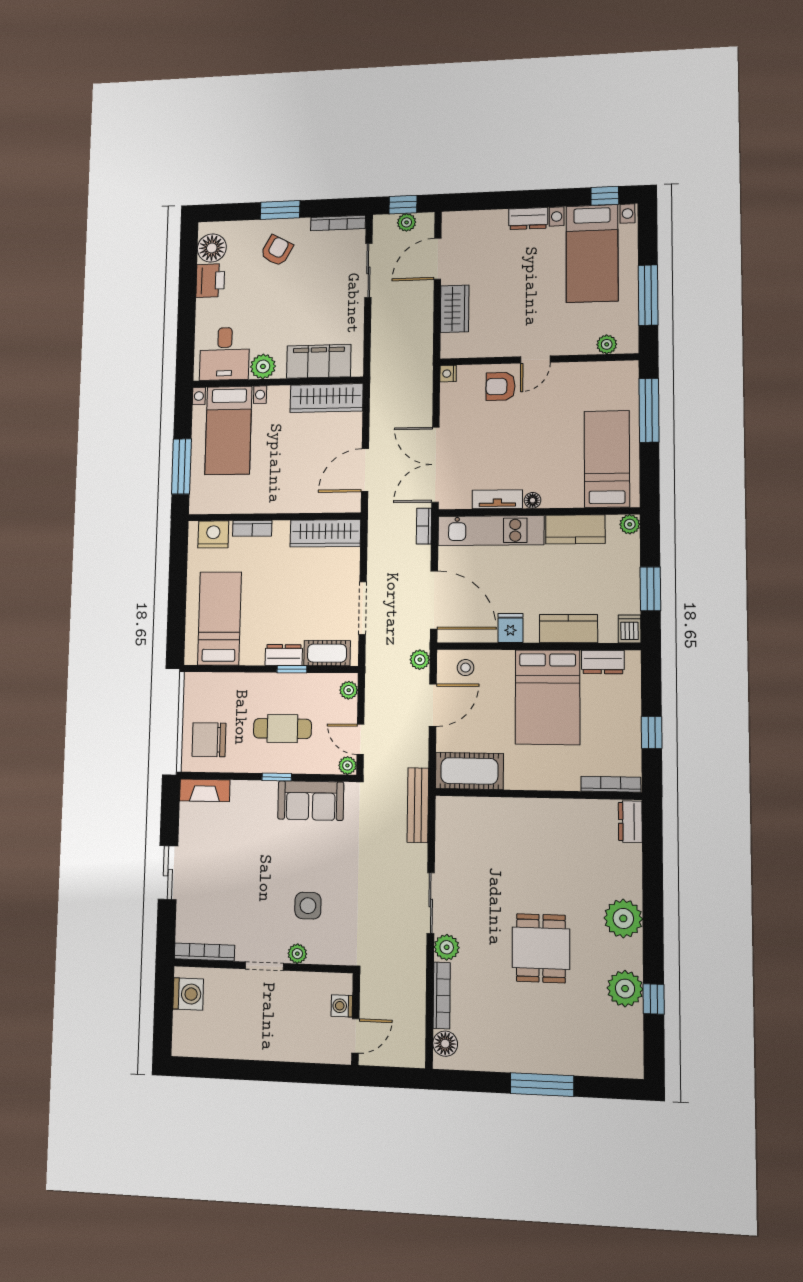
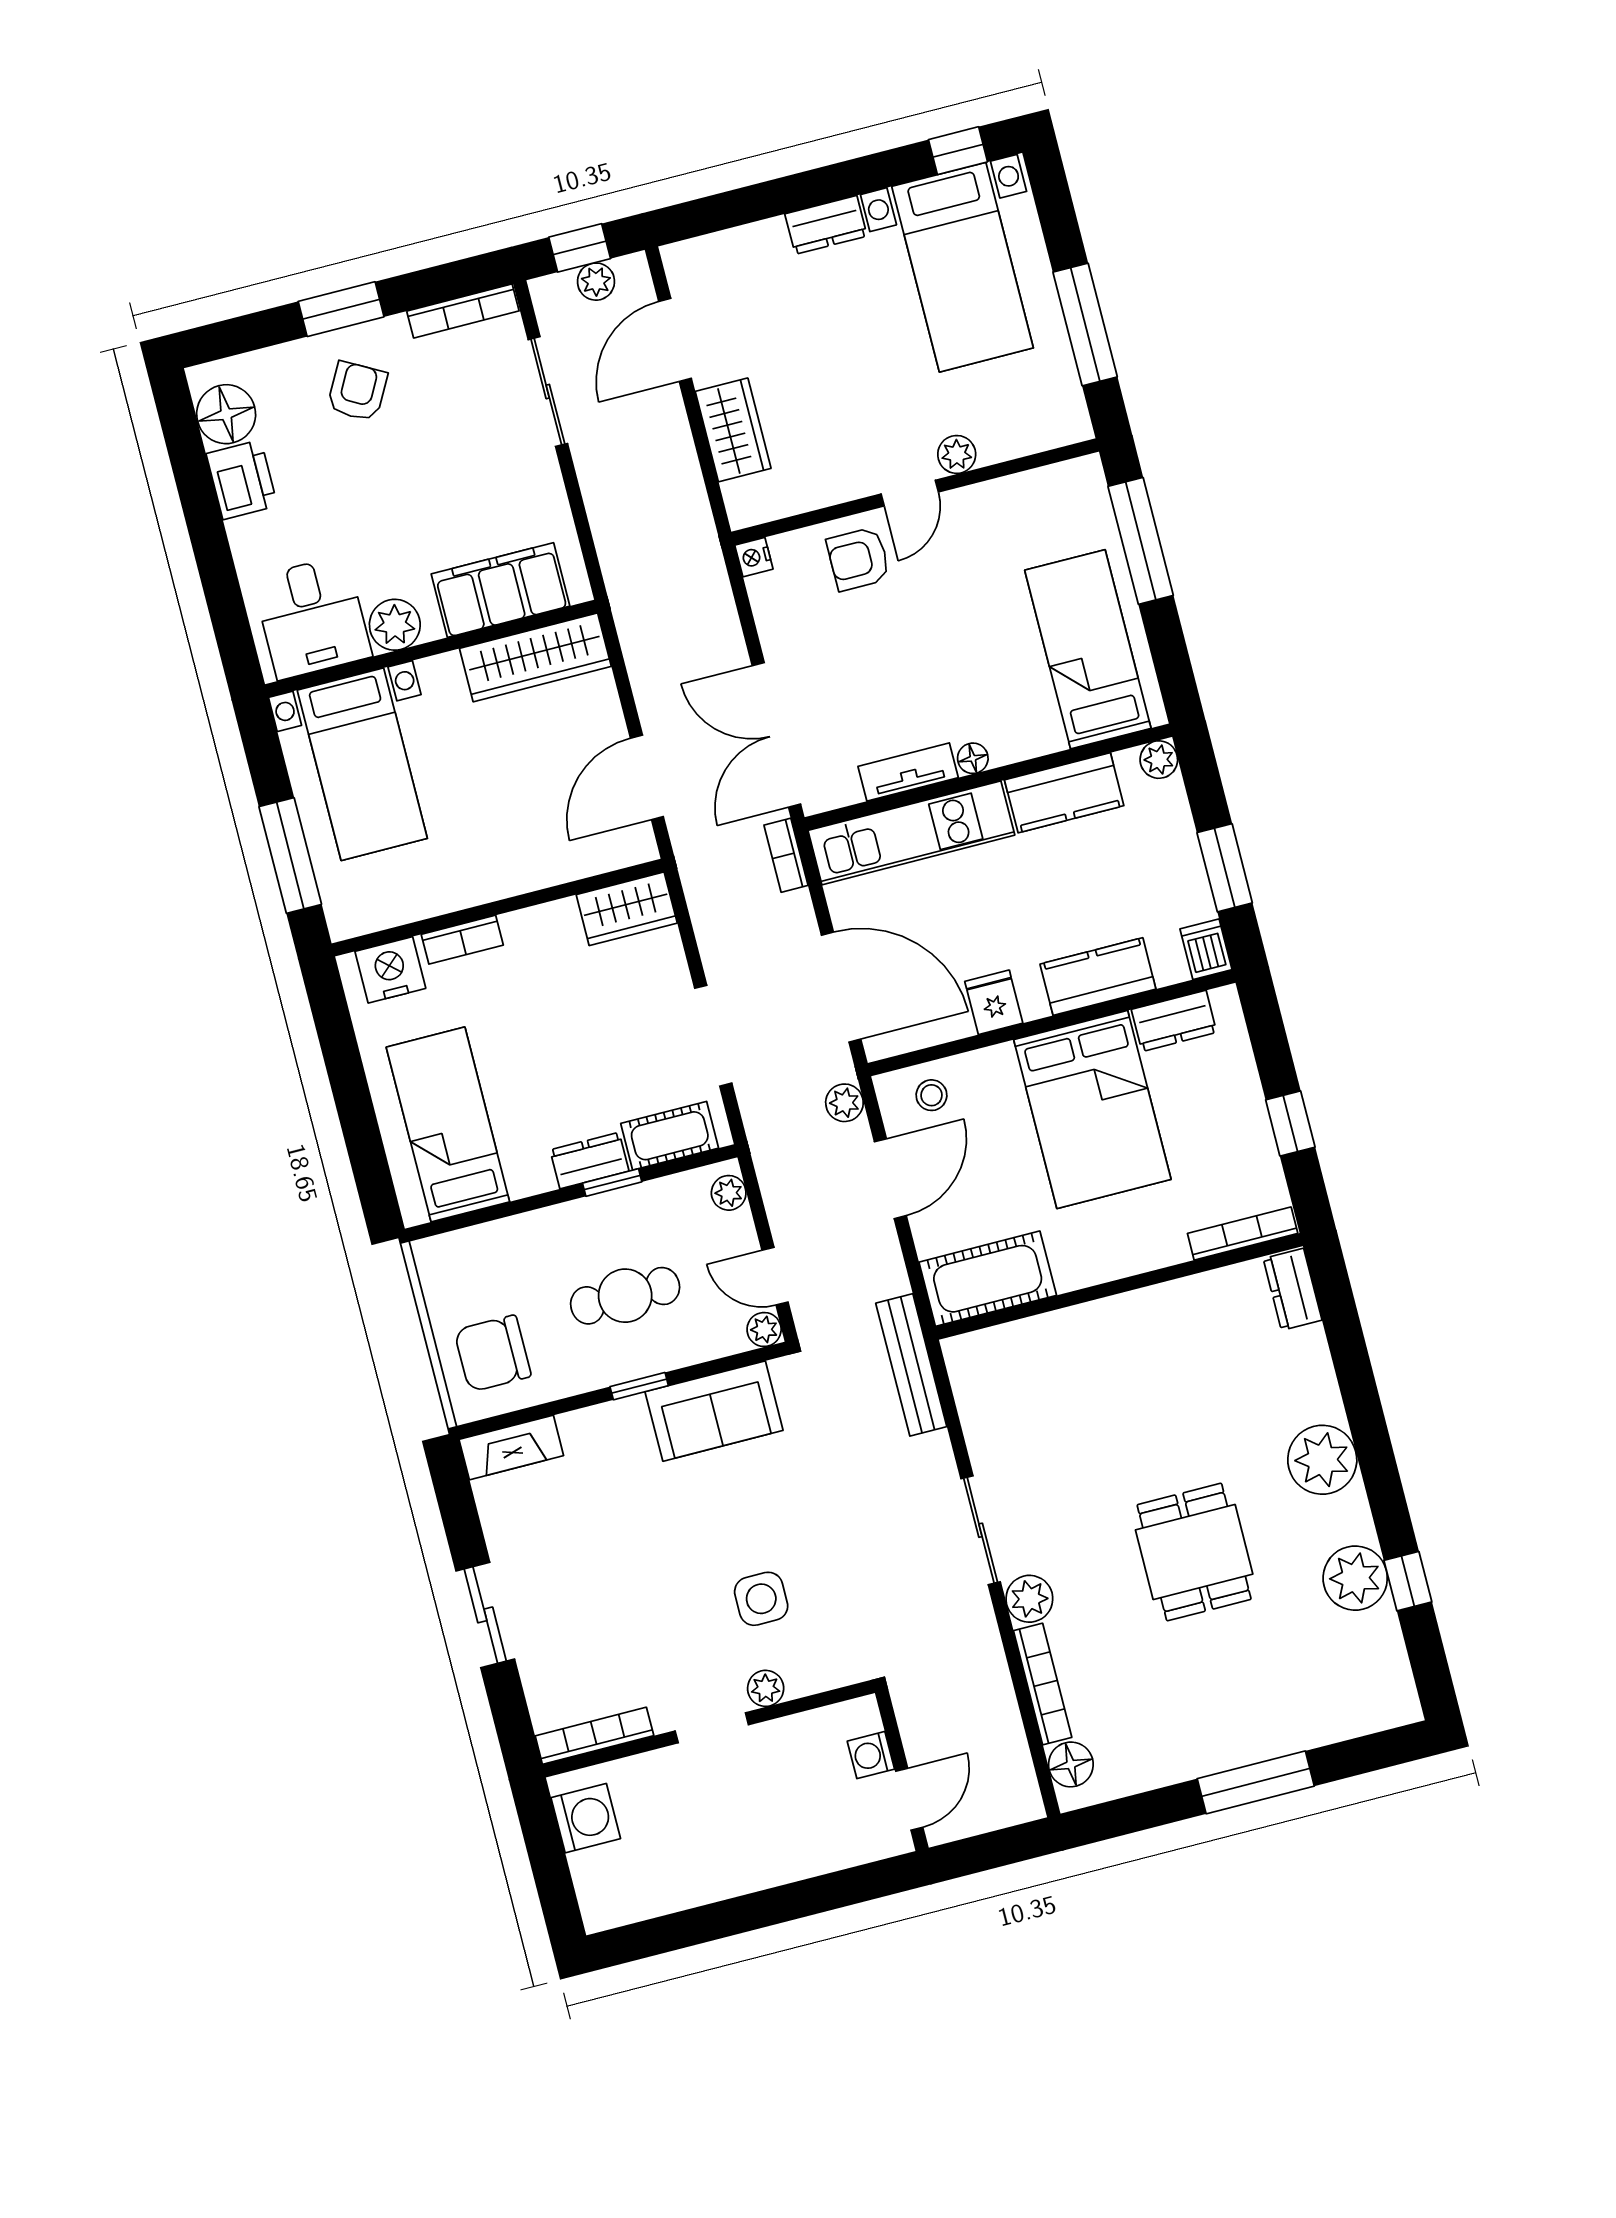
plant: (607, 344) -> (957, 454), moved
wardrobe: (325, 533) -> (627, 909), width x0.67

